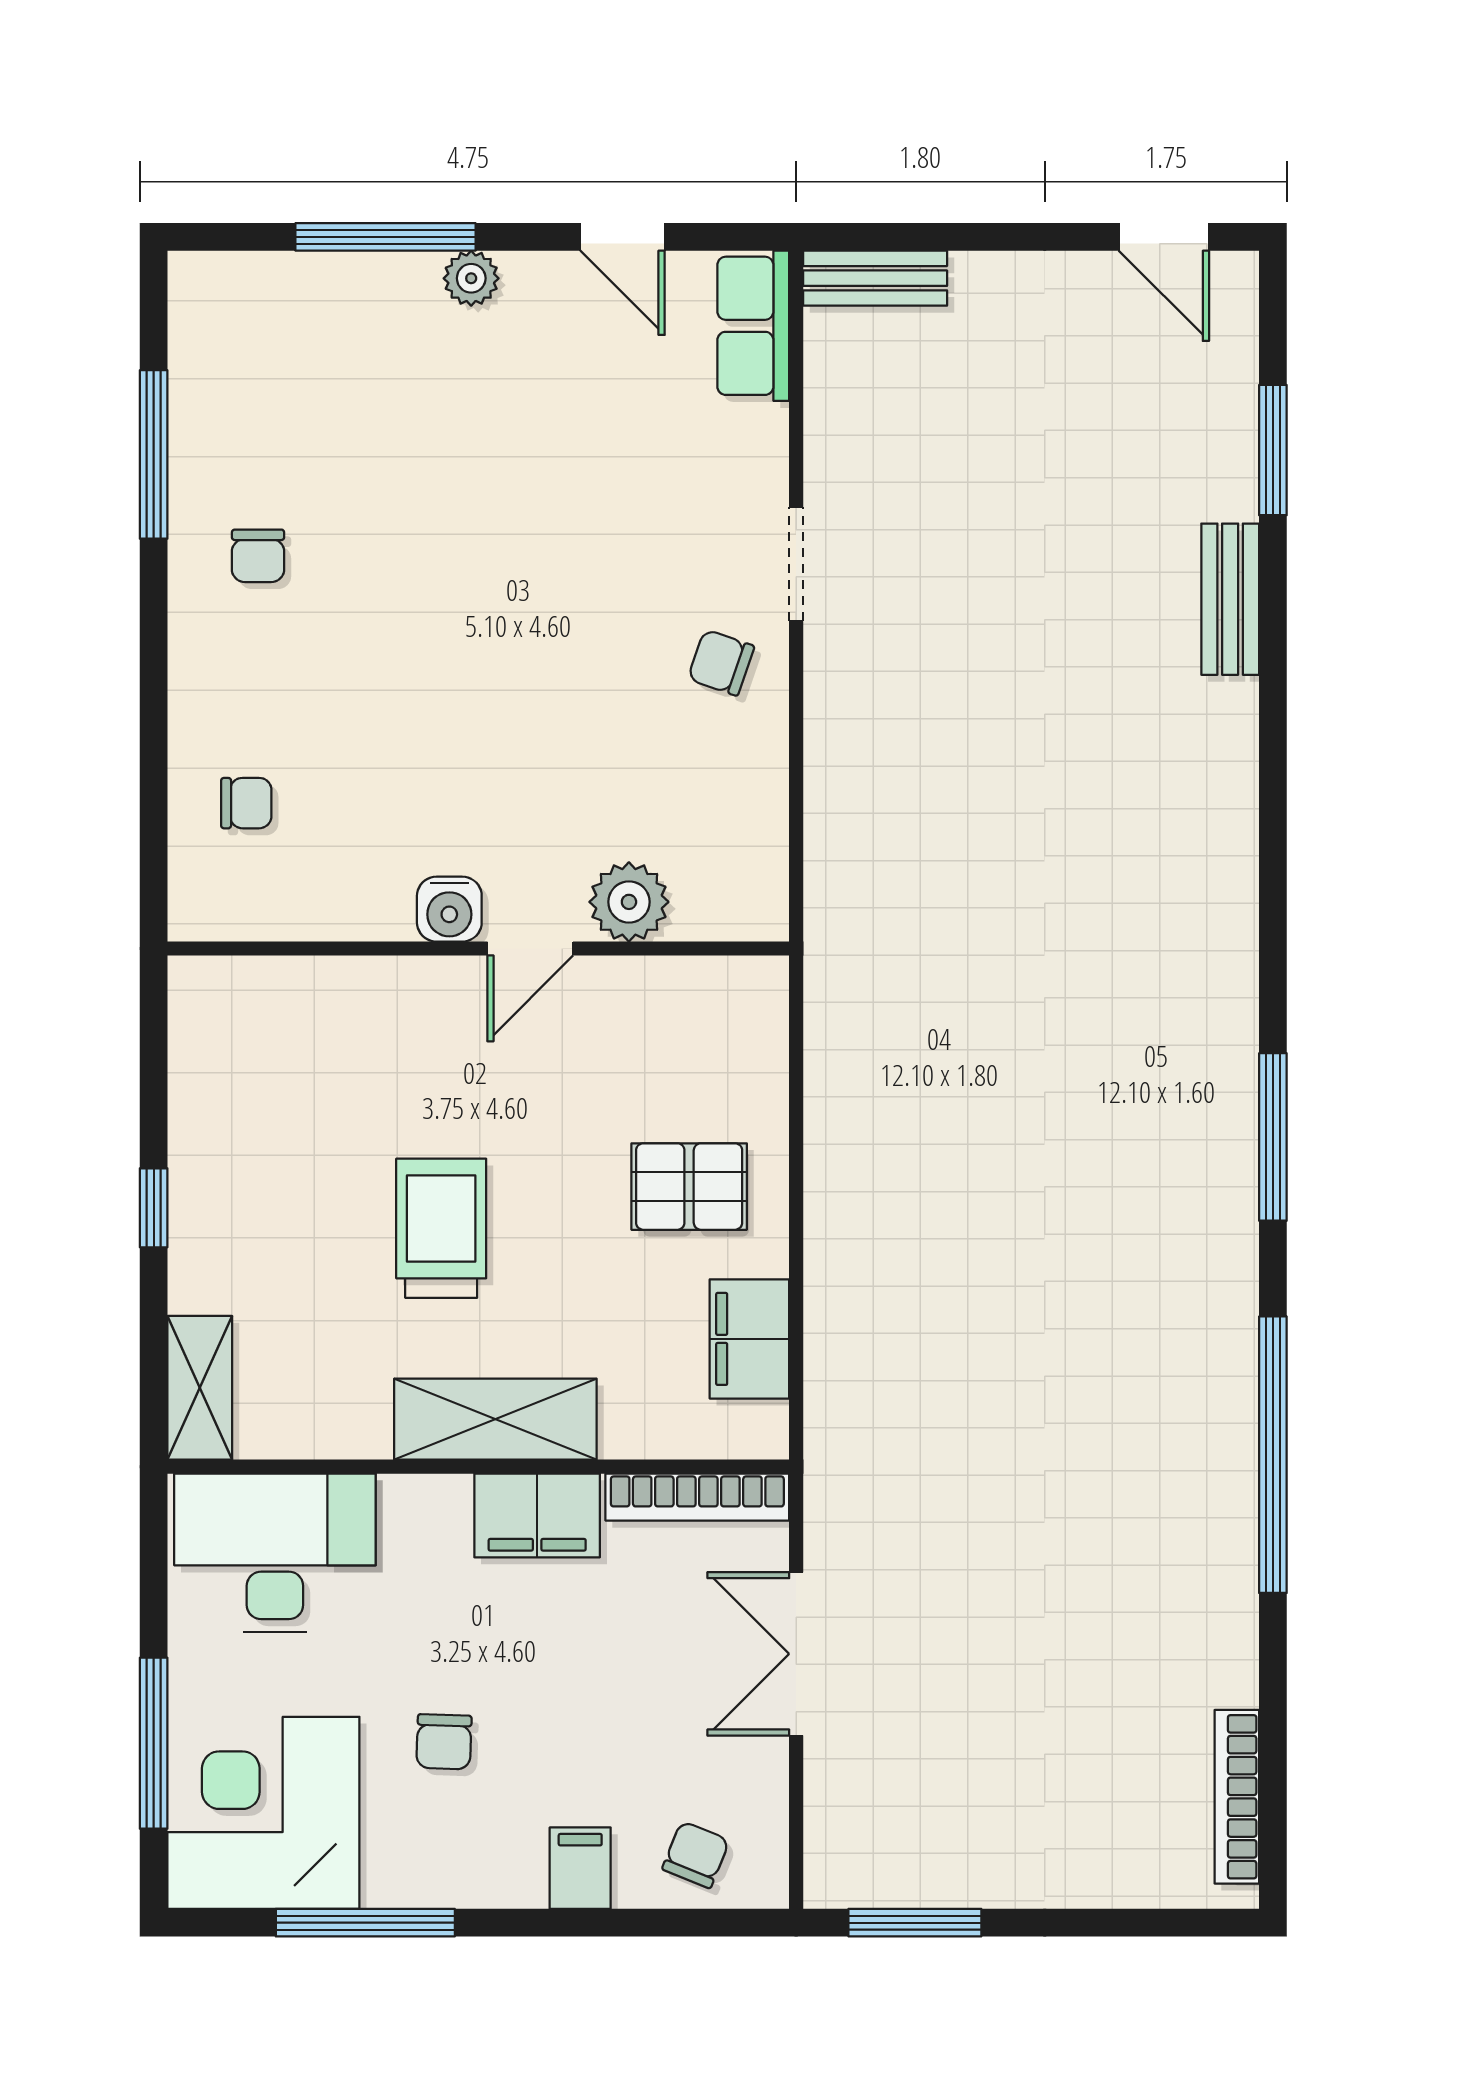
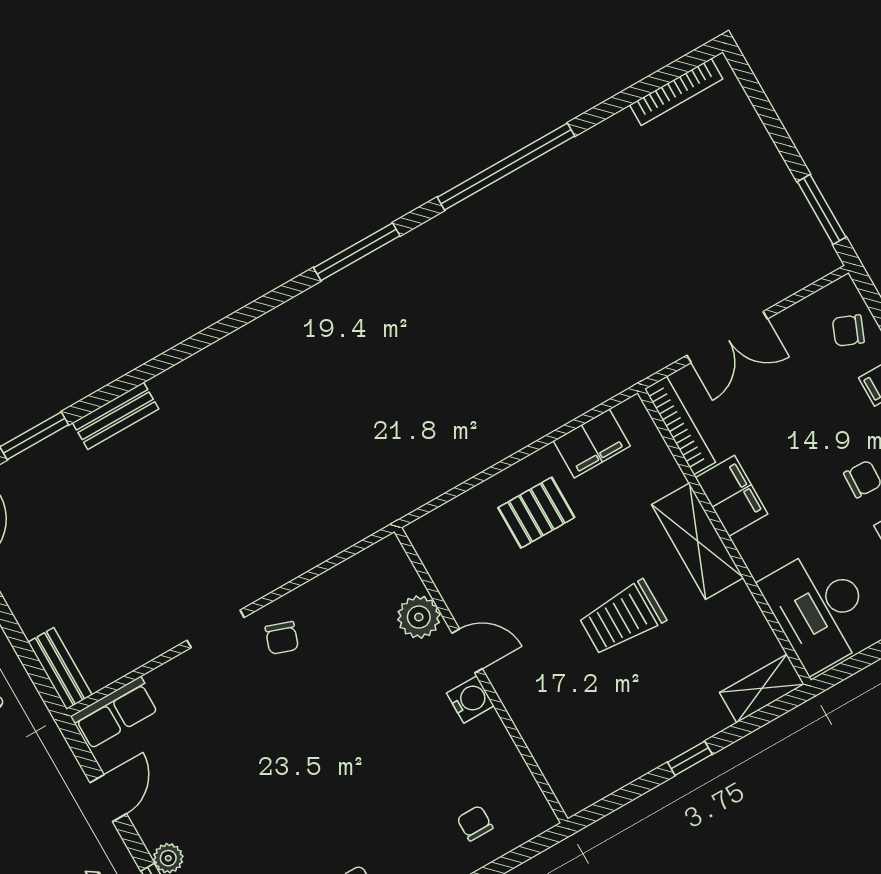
pallet: (689, 1187) -> (536, 513), turned 90

